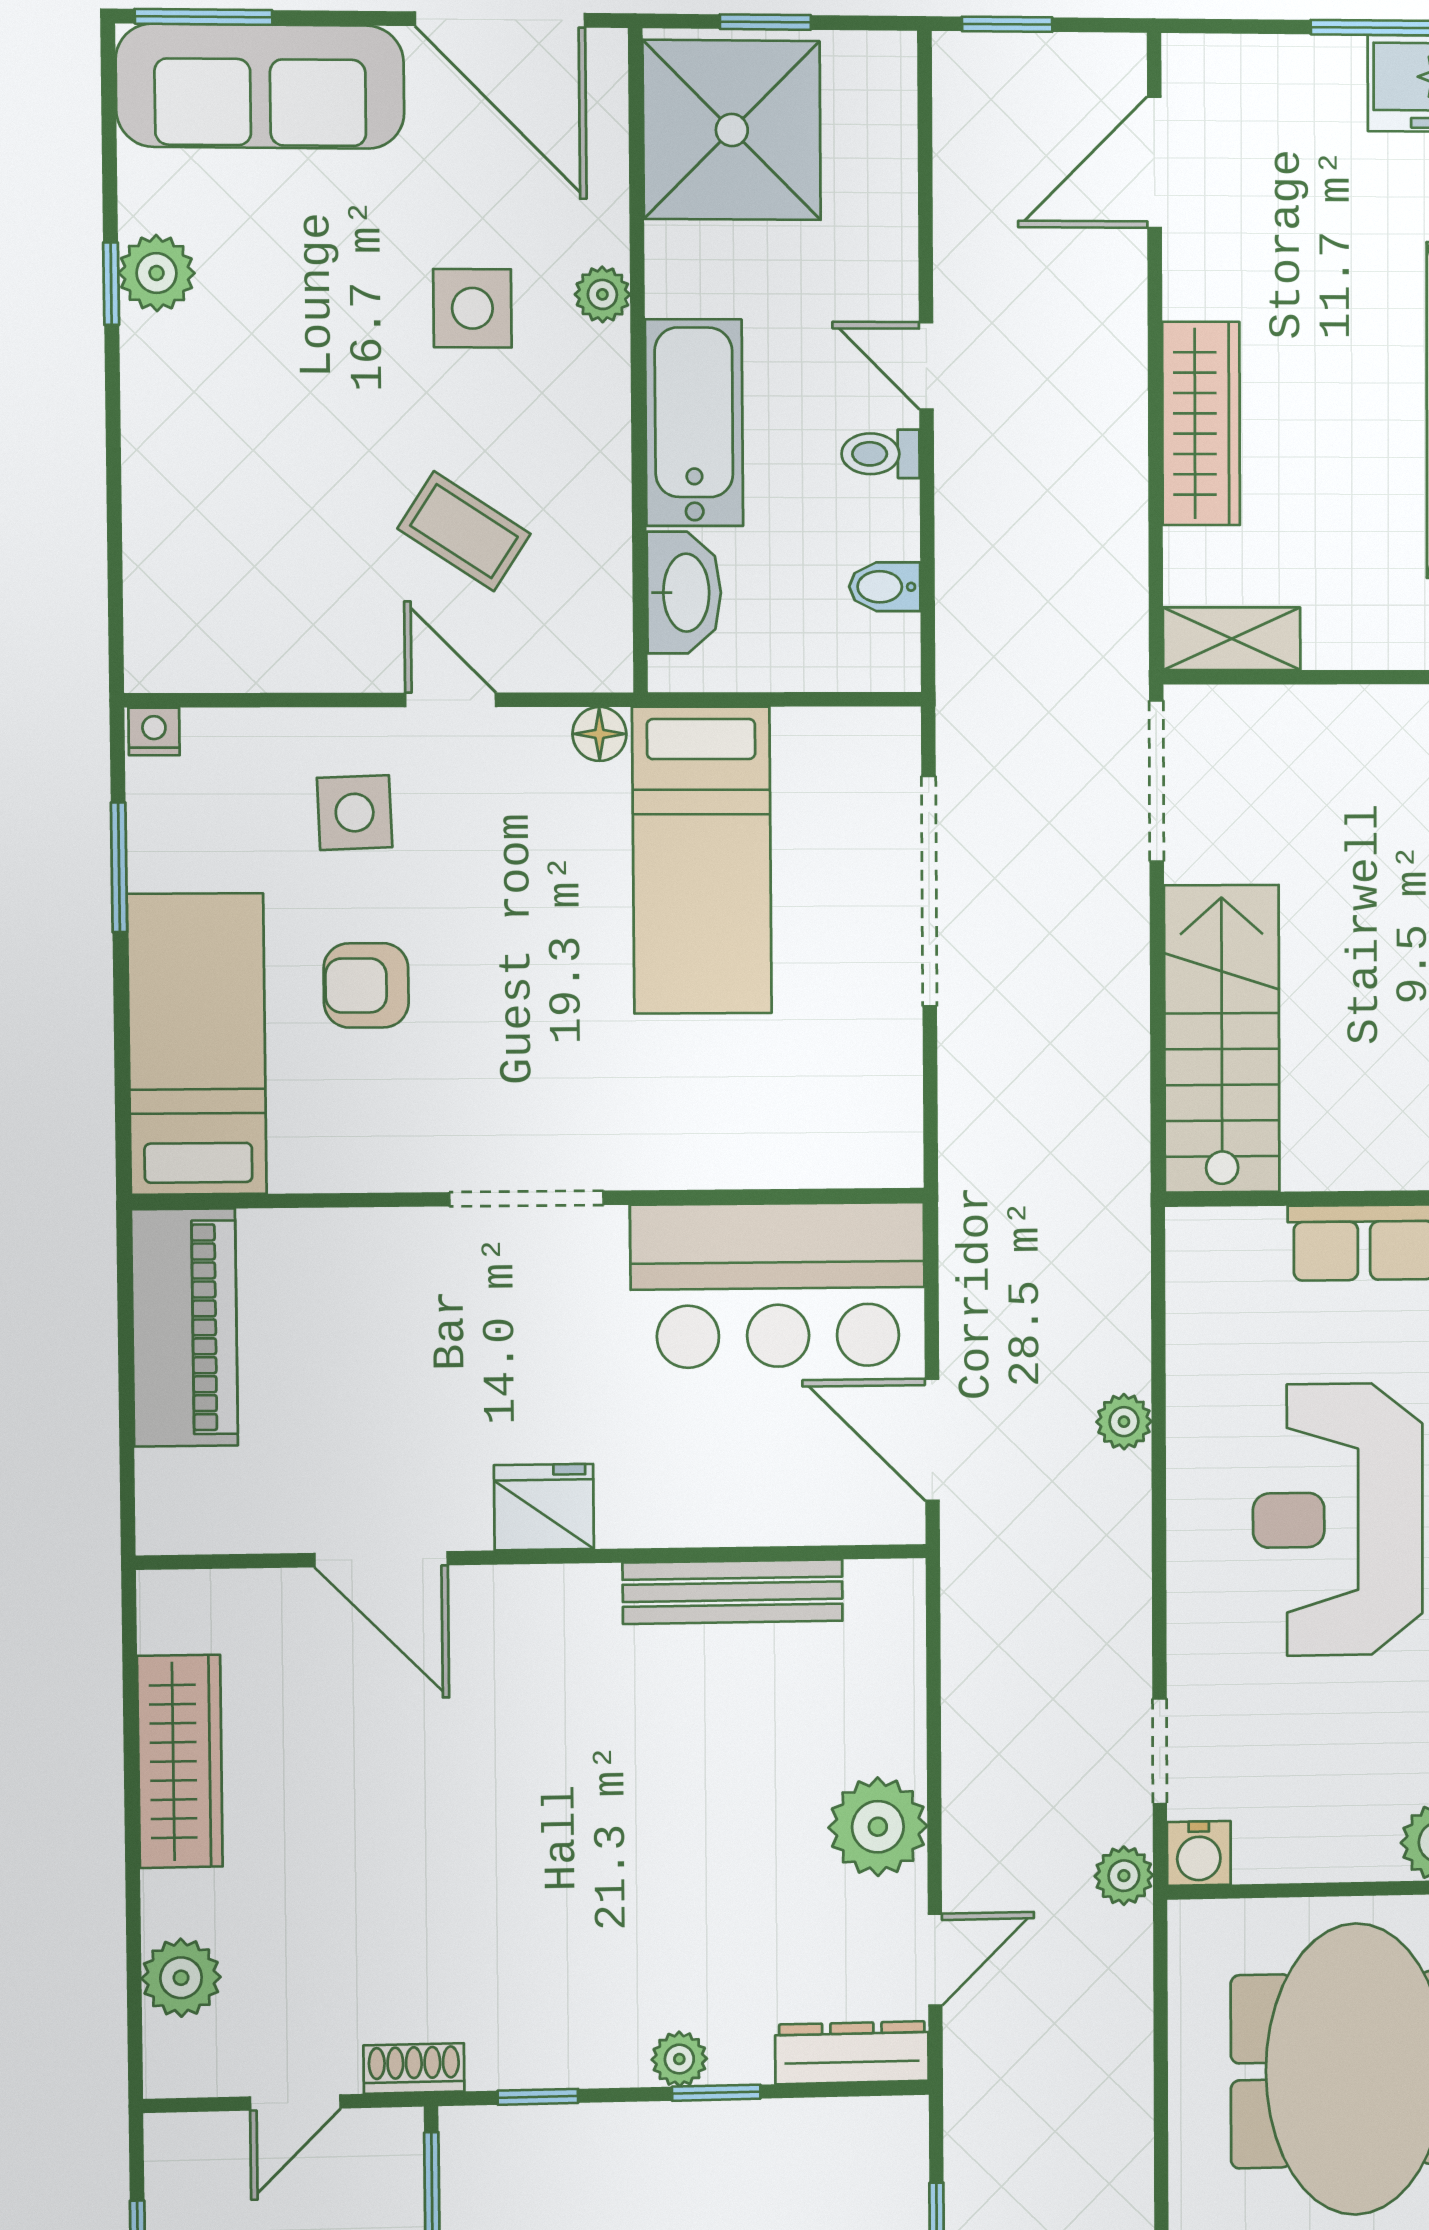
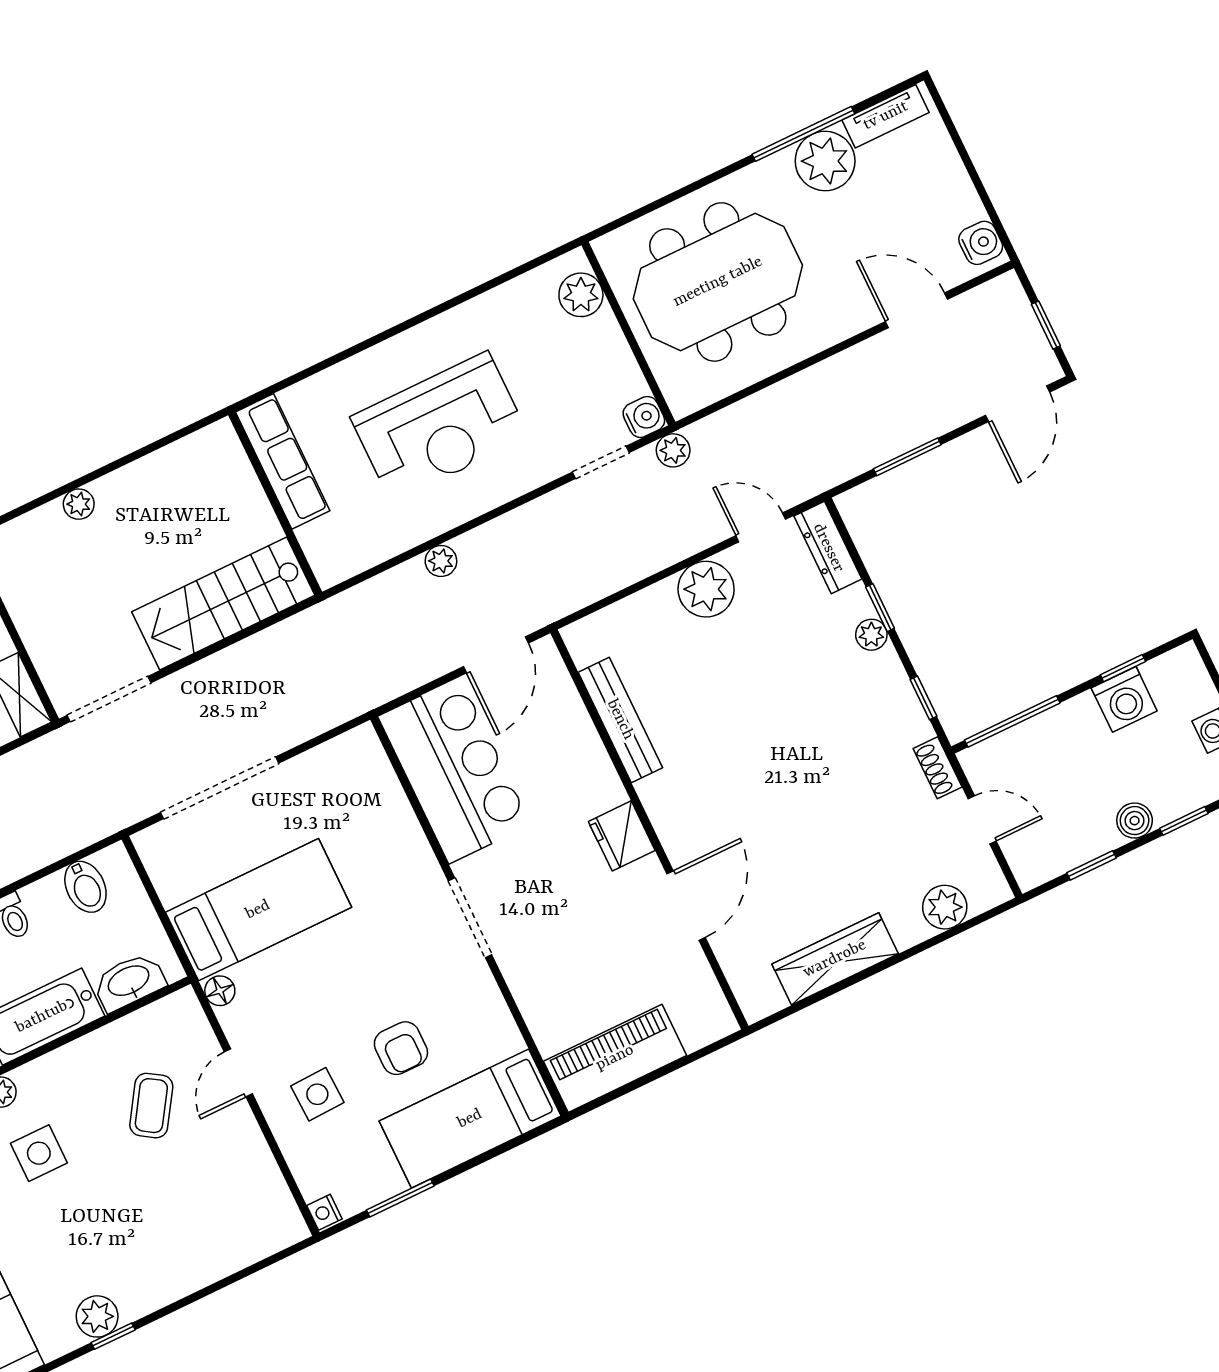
bidet: (885, 587) -> (85, 887), width x1.38, depth x1.36

